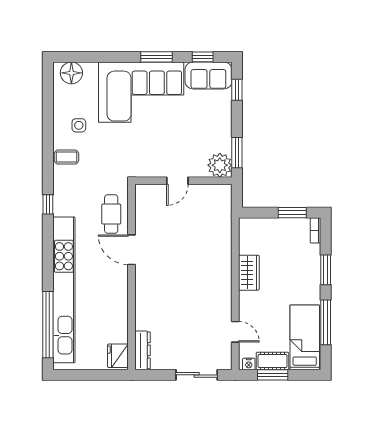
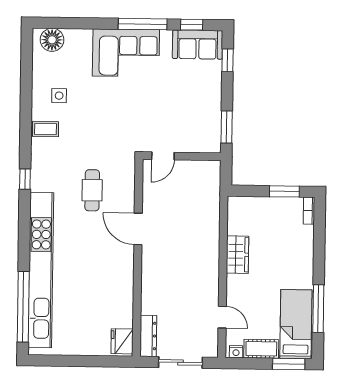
window: (156, 57) -> (143, 24), width x1.44
corner sofa: (141, 92) -> (126, 53), width x0.73, depth x0.74
plant: (220, 165) -> (208, 140), removed
door: (131, 250) -> (138, 229), moved
window: (326, 270) -> (319, 253), removed
wall: (131, 277) -> (138, 258), moved
dresser: (142, 350) -> (148, 336), moved
fridge: (118, 356) -> (122, 341), moved
window: (273, 375) -> (289, 364), moved

